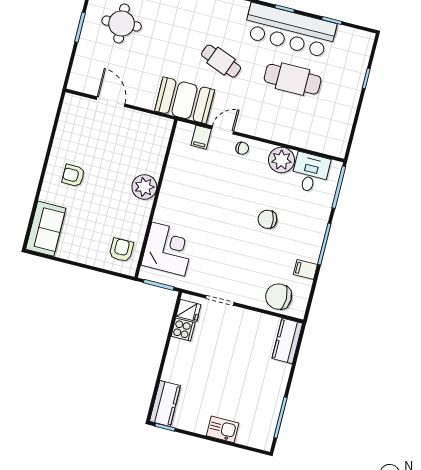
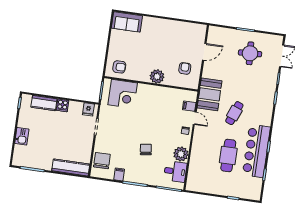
armchair: (73, 175) -> (185, 68), moved
cooker: (183, 329) -> (62, 105), moved
kitchen counter: (287, 341) -> (71, 167), width x1.50
kitchen counter: (165, 403) -> (44, 103), moved

